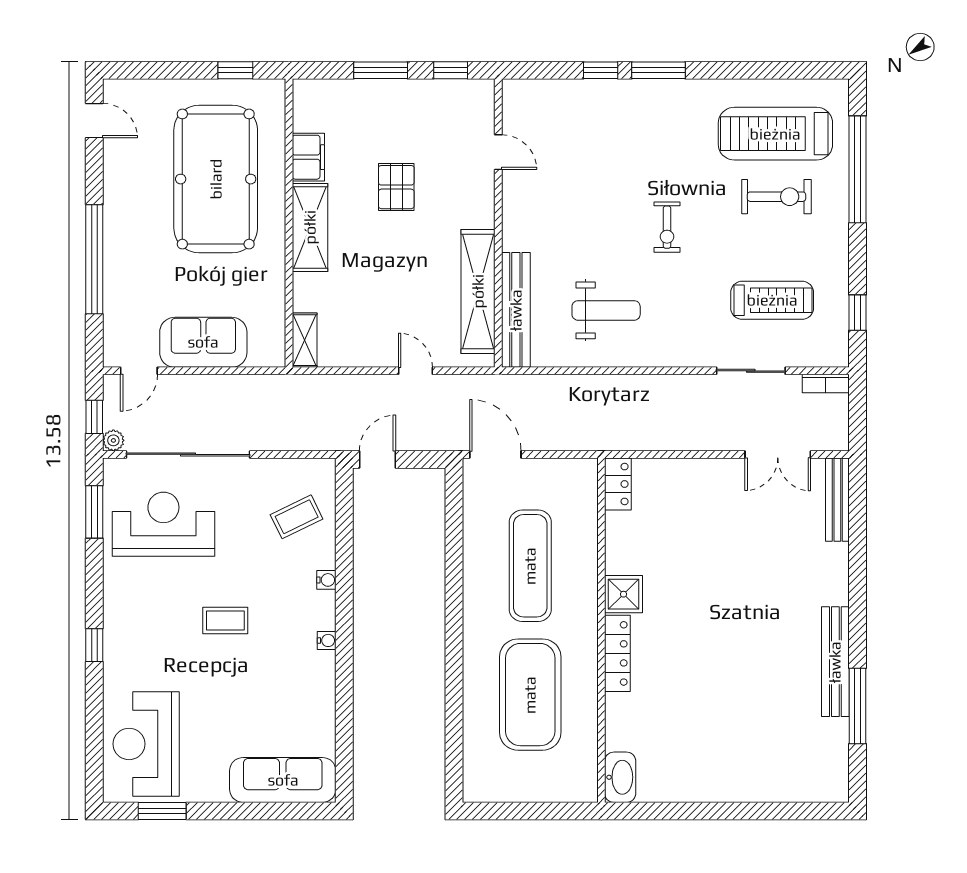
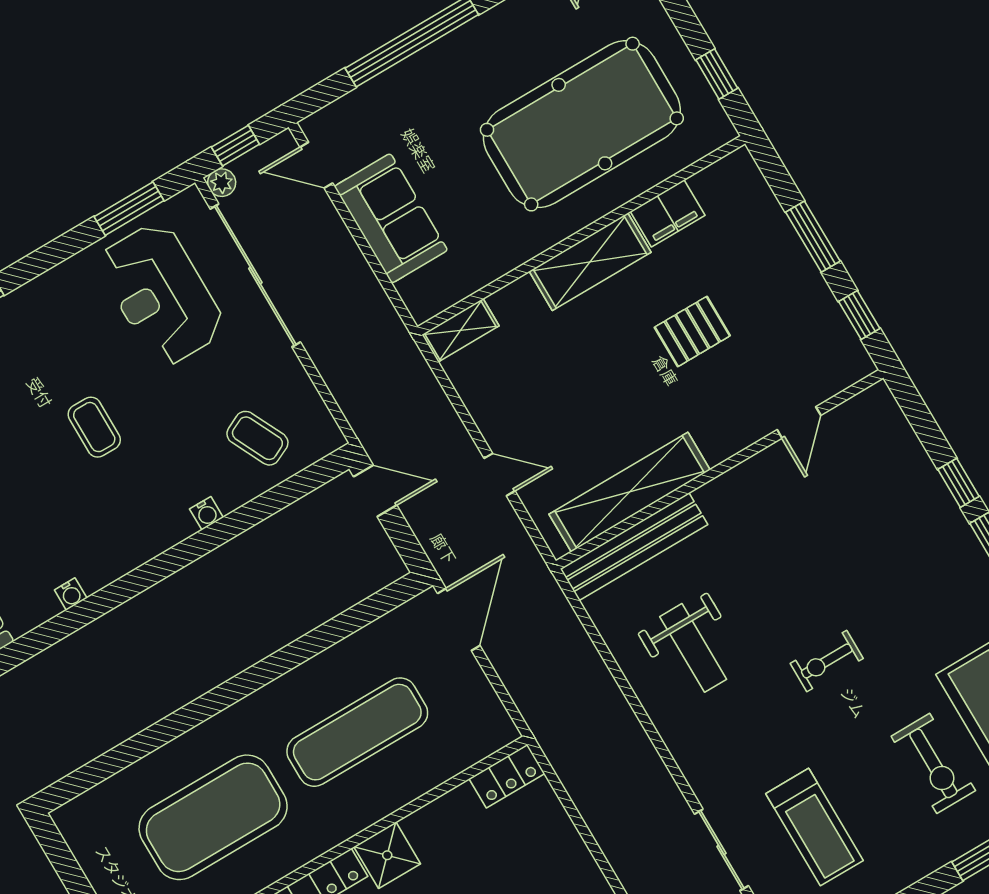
door: (415, 371) -> (499, 475), hinge flipped
reception desk: (163, 524) -> (161, 294), turned 180
water cooler: (327, 640) -> (71, 594), moved

